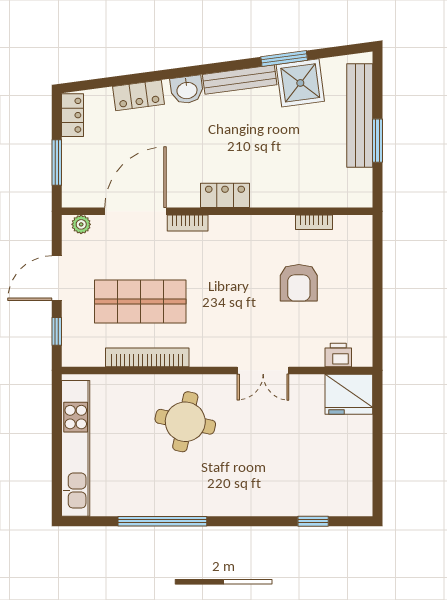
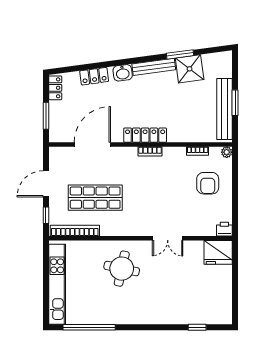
bench: (360, 116) -> (225, 109), moved
locker: (225, 195) -> (145, 135), width x1.53
bookcase: (188, 223) -> (150, 151), moved
plant: (81, 224) -> (227, 152), moved
armchair: (299, 283) -> (208, 183), moved
printer: (338, 355) -> (224, 229), moved
bookcase: (147, 357) -> (75, 231), moved
window: (162, 521) -> (89, 327), moved

